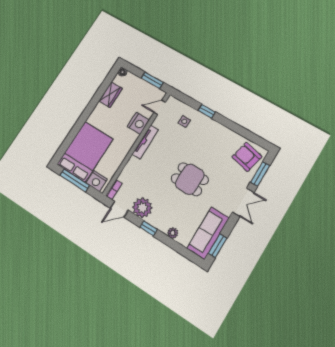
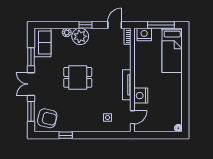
window: (152, 80) -> (151, 135), removed
wardrobe: (111, 95) -> (176, 105), removed
window: (207, 111) -> (66, 135), moved
bed: (85, 152) -> (172, 50), width x0.67
plant: (142, 208) -> (80, 36), moved
sofa: (208, 233) -> (43, 43), width x0.73
window: (218, 246) -> (31, 57), moved

